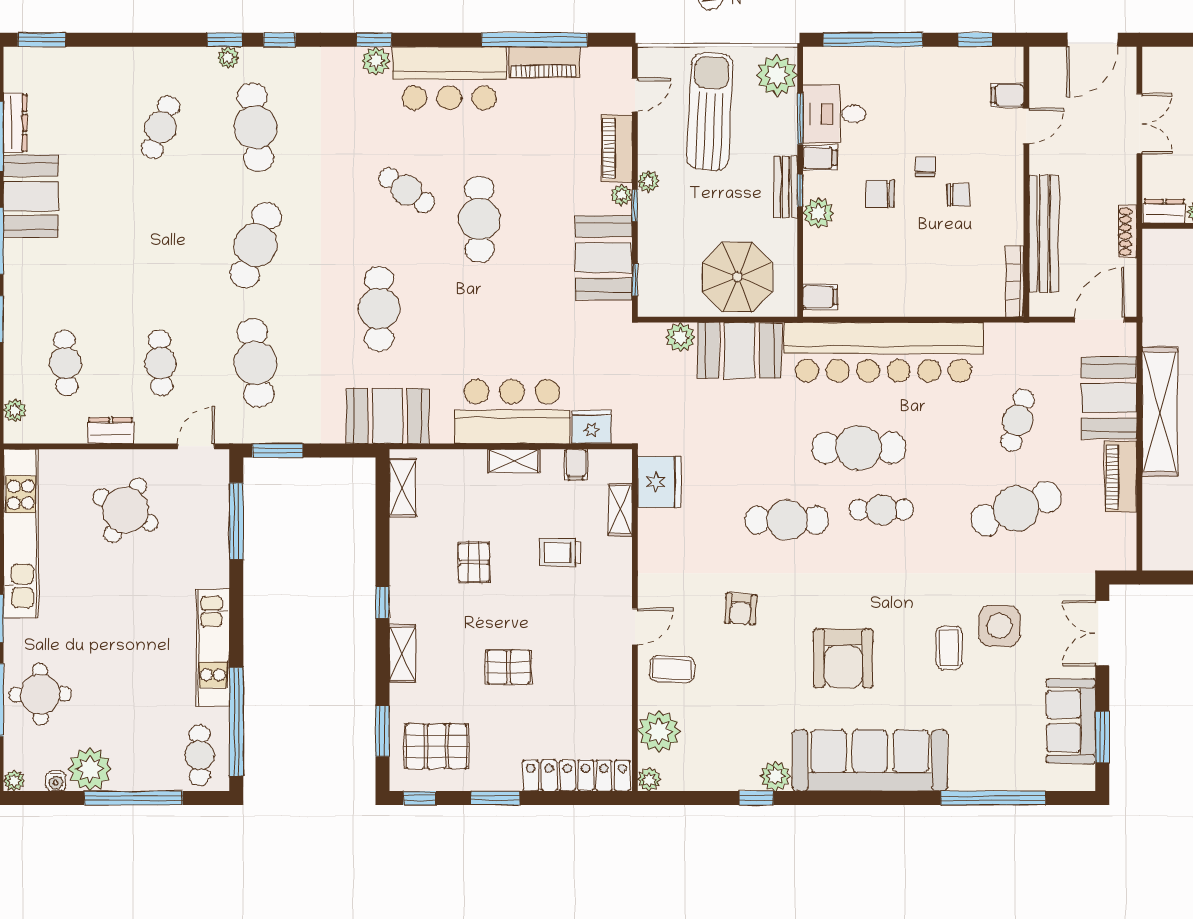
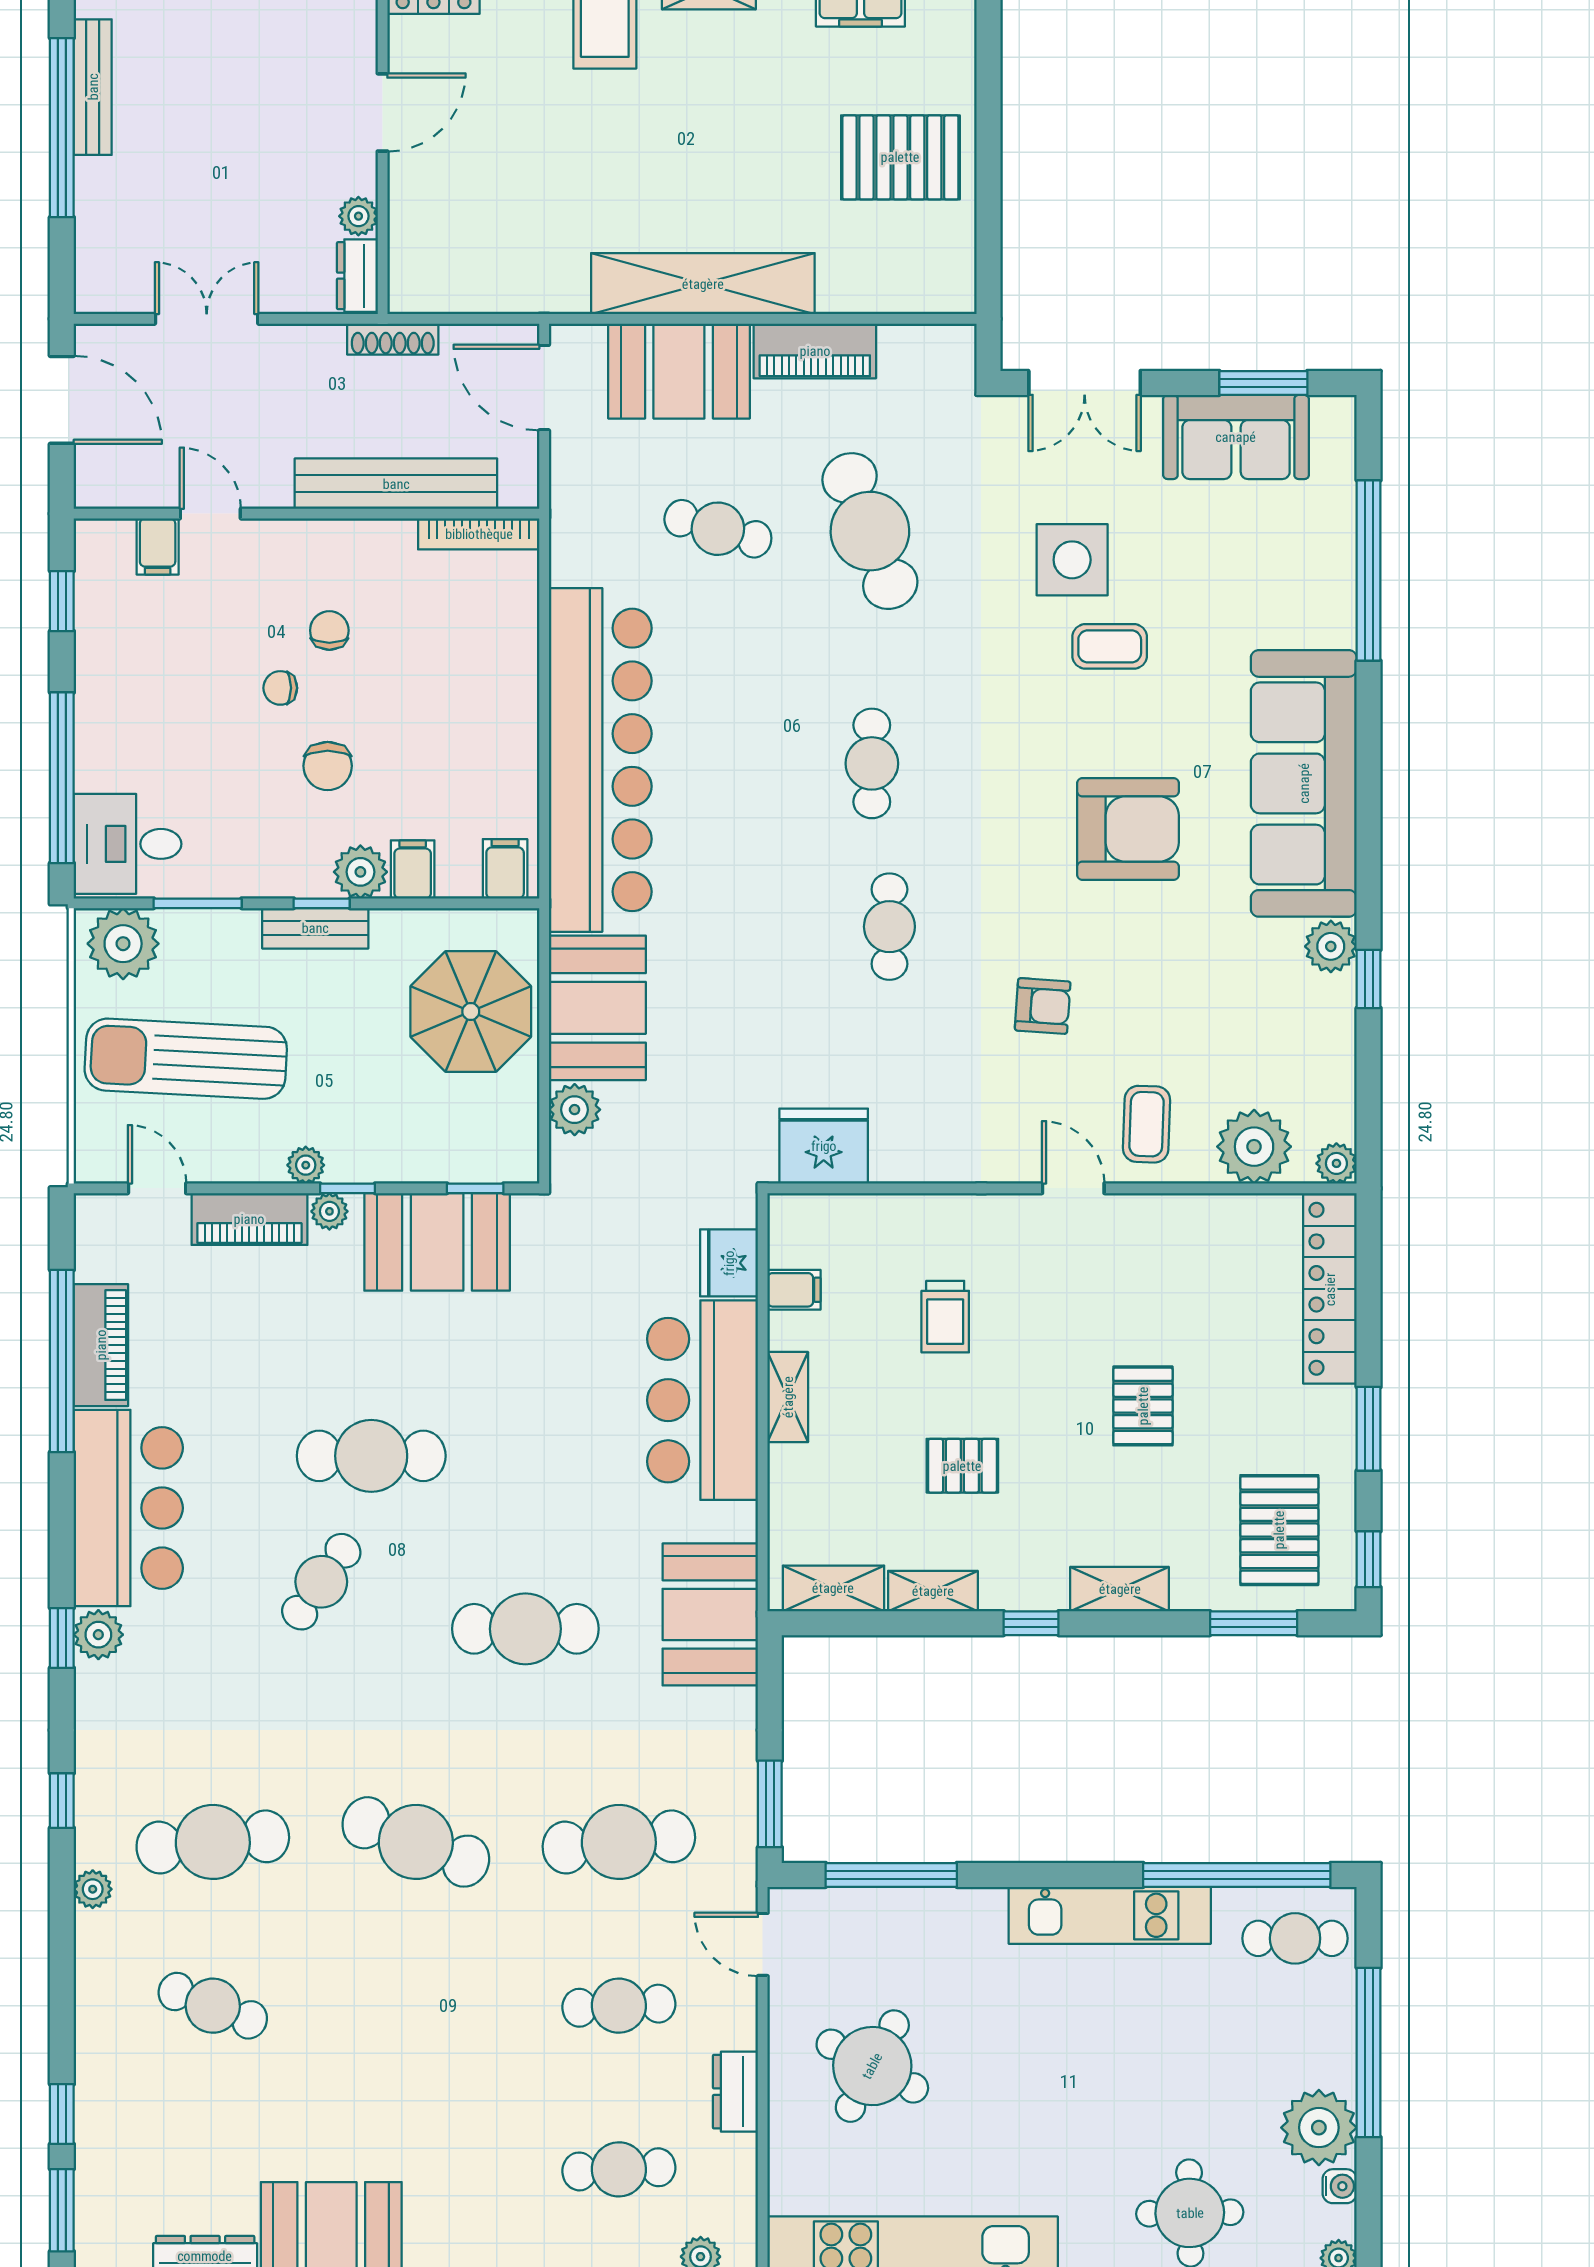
window: (225, 40) -> (62, 2114), moved
desk: (834, 114) -> (128, 844), moved, turned 90
filing cabinet: (820, 158) -> (413, 869), moved
cafe table: (859, 448) -> (765, 802), removed
shelving: (620, 510) -> (933, 1591), moved
cafe table: (787, 520) -> (889, 927), width x0.73, depth x0.74

